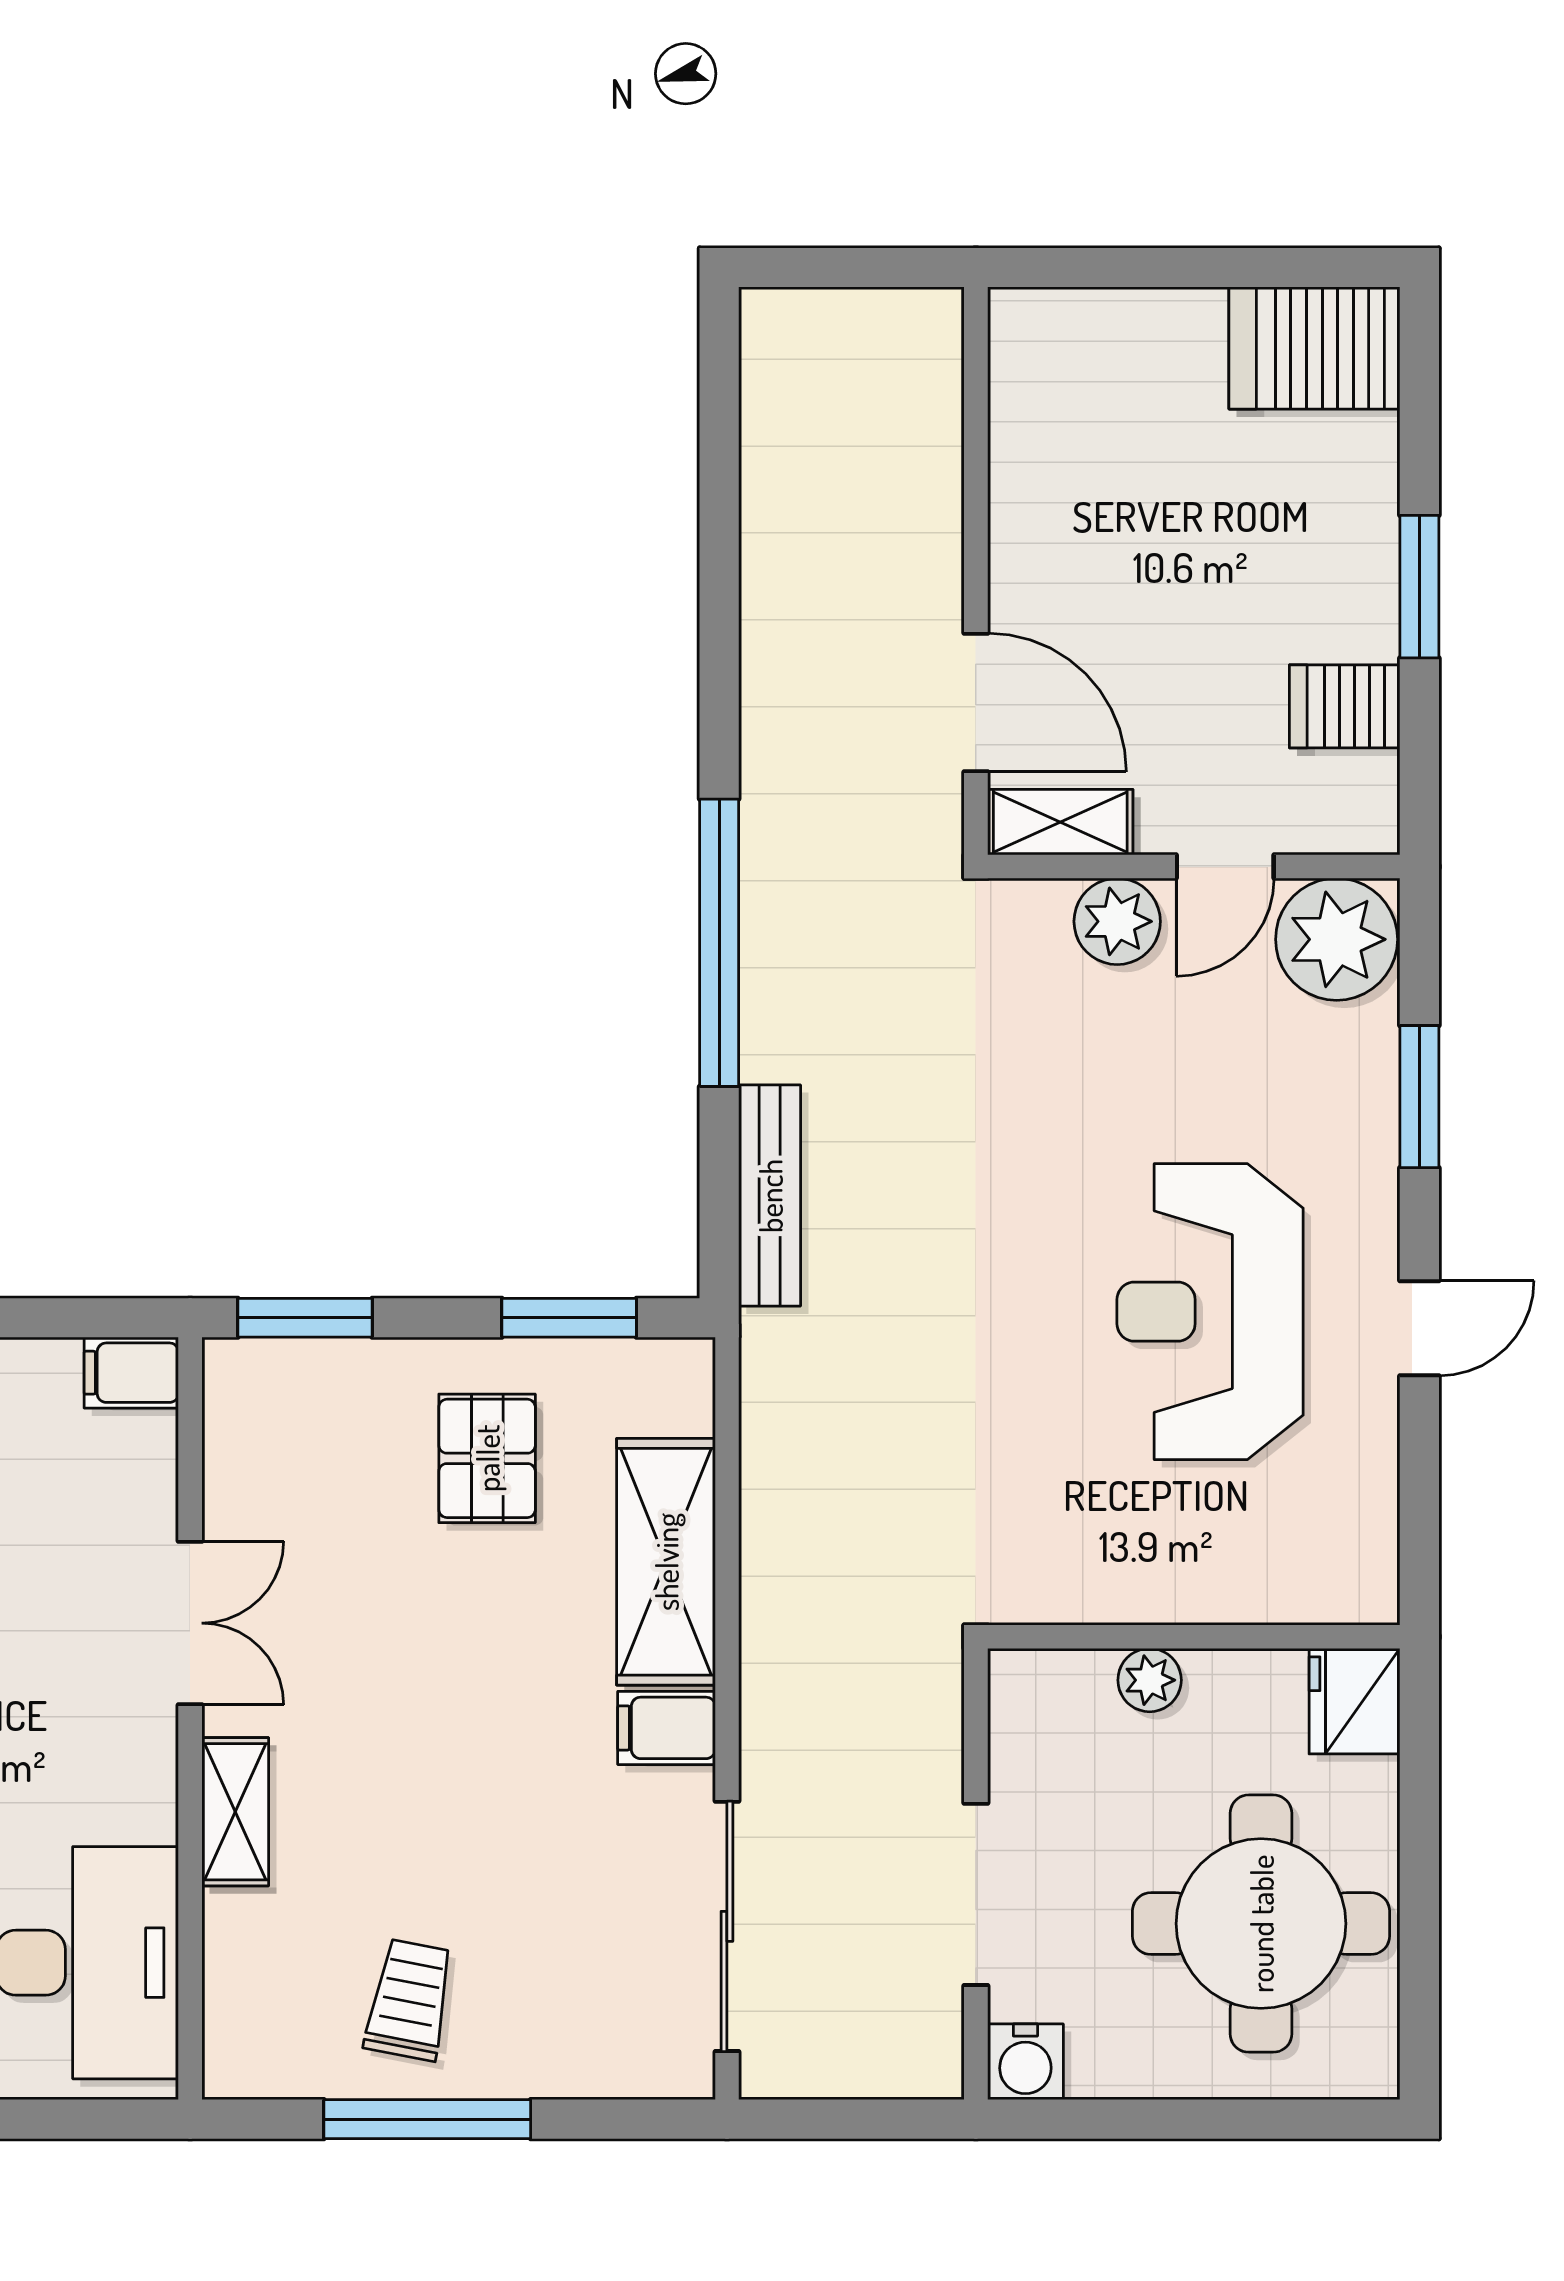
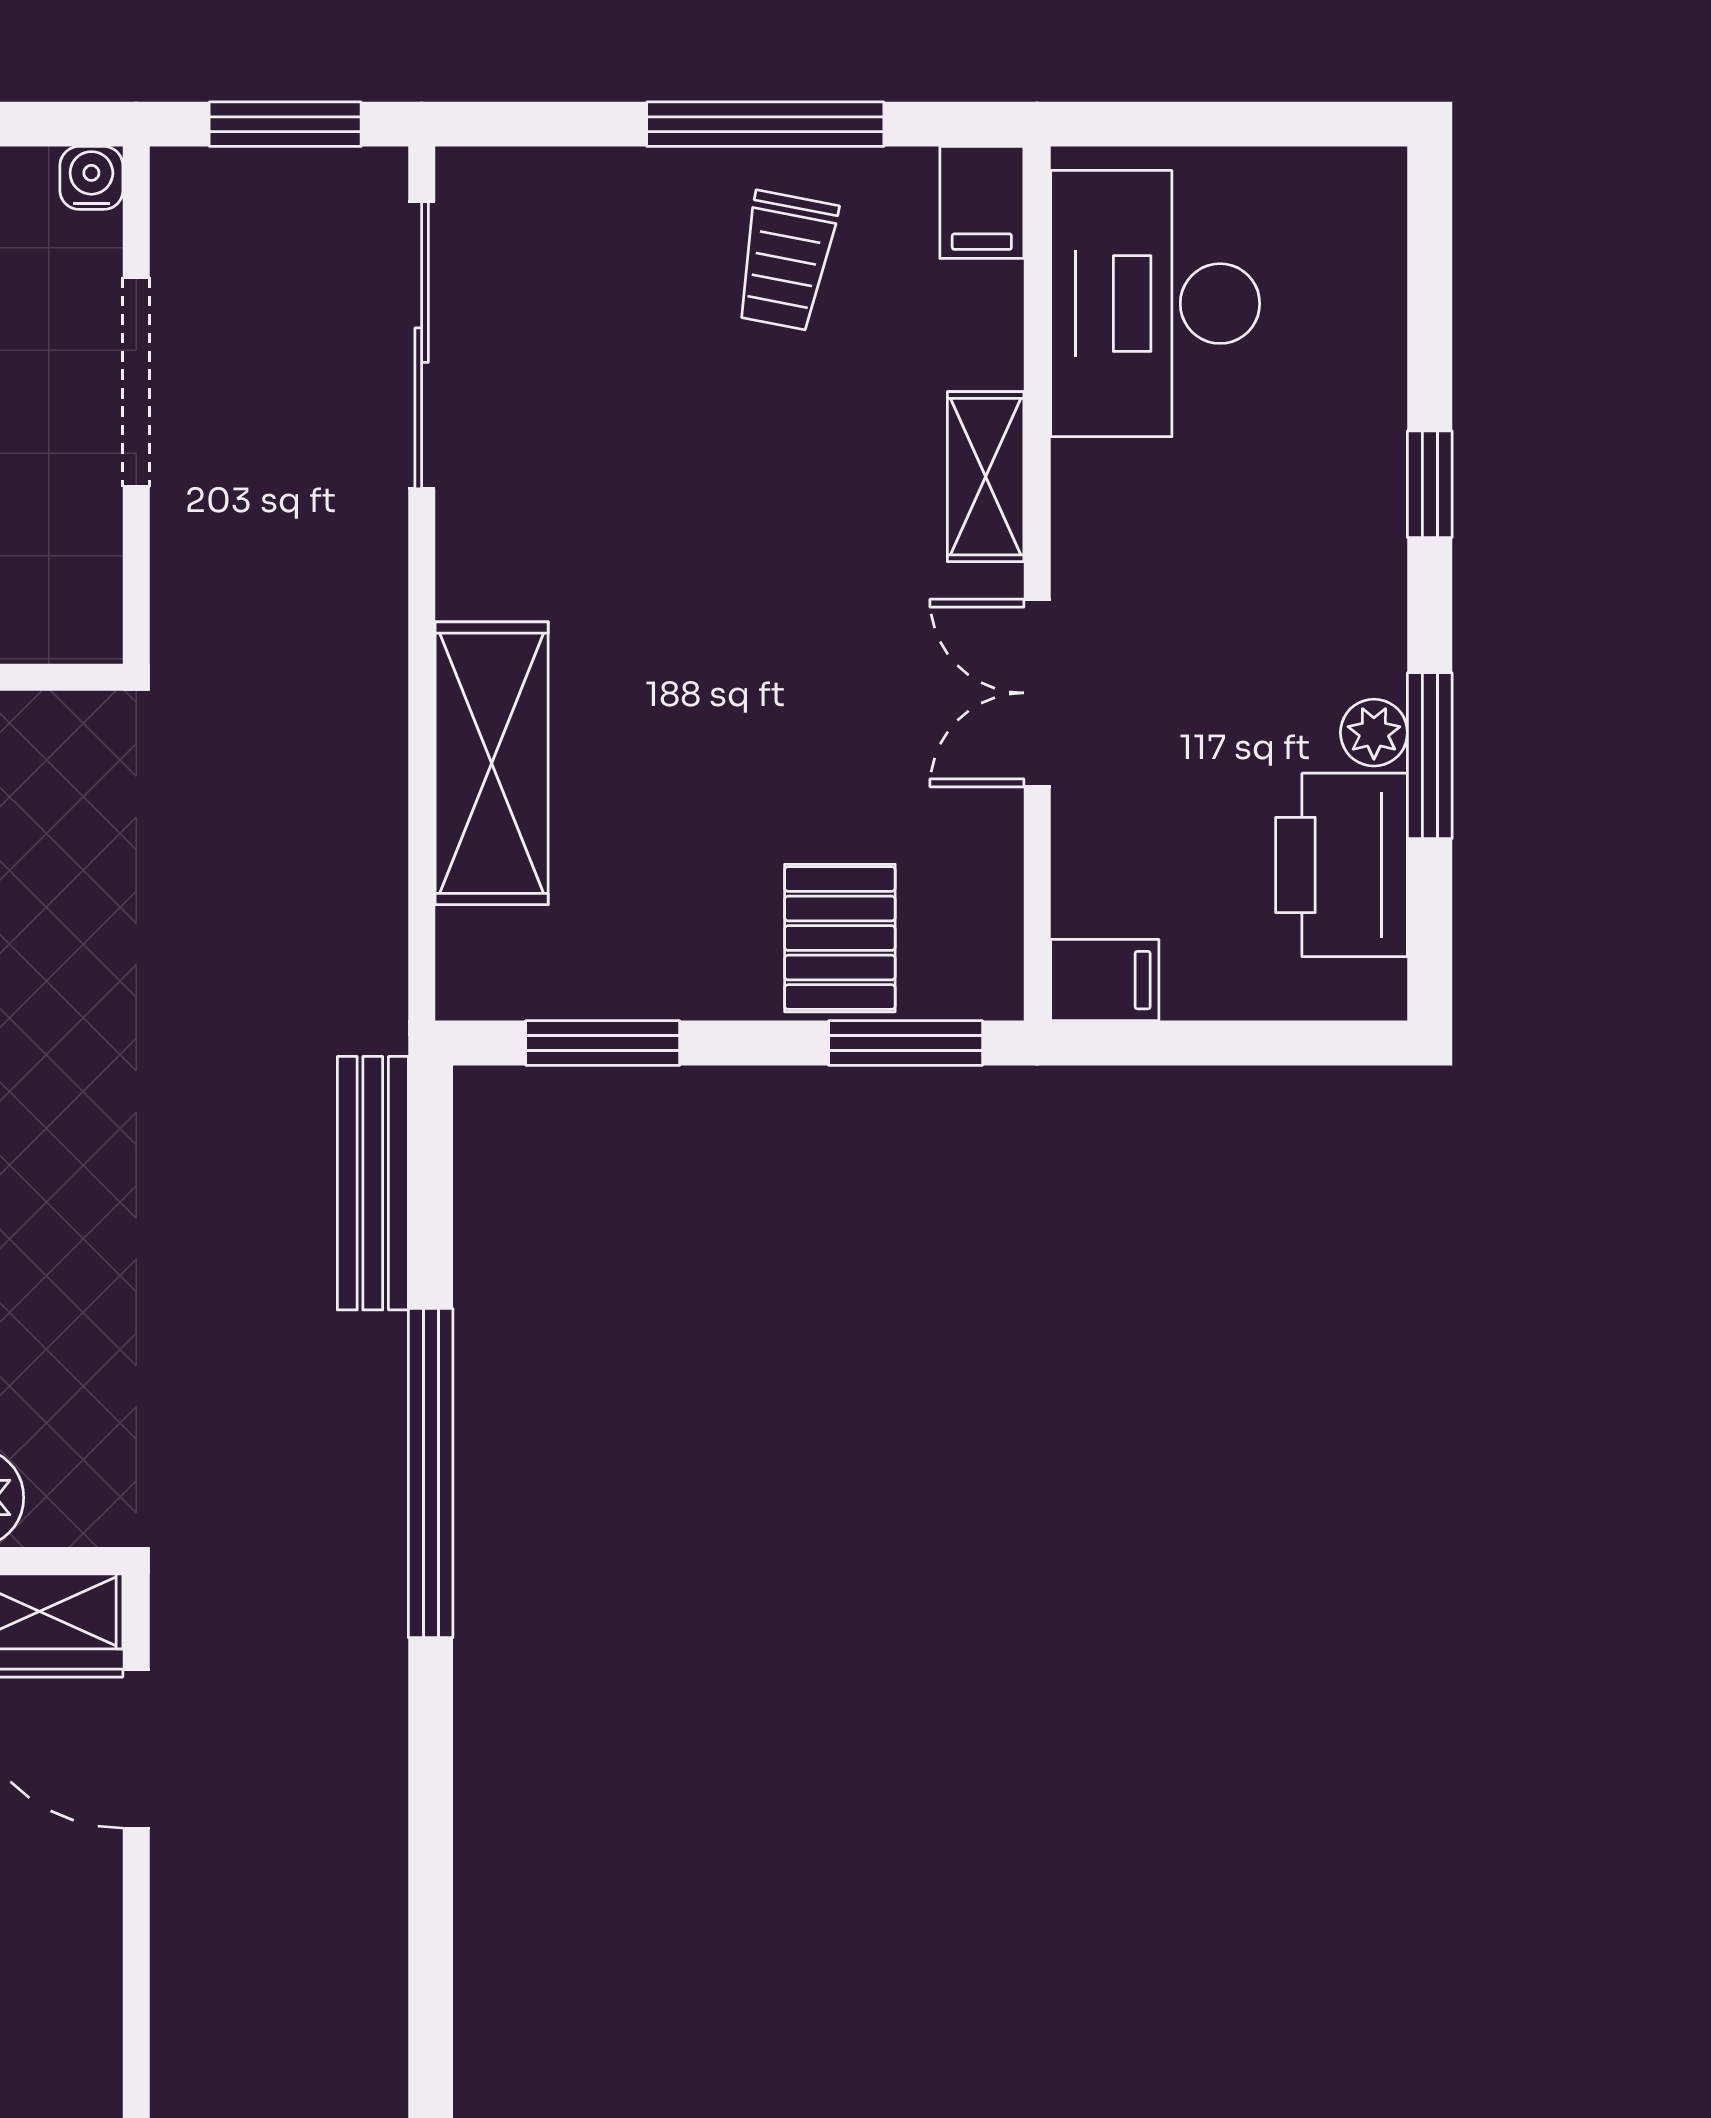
pallet: (487, 1458) -> (840, 938), moved
filing cabinet: (666, 1728) -> (982, 202), moved, turned 90
water cooler: (1025, 2062) -> (91, 178), width x0.72, depth x0.72
window: (846, 2119) -> (285, 124), added

